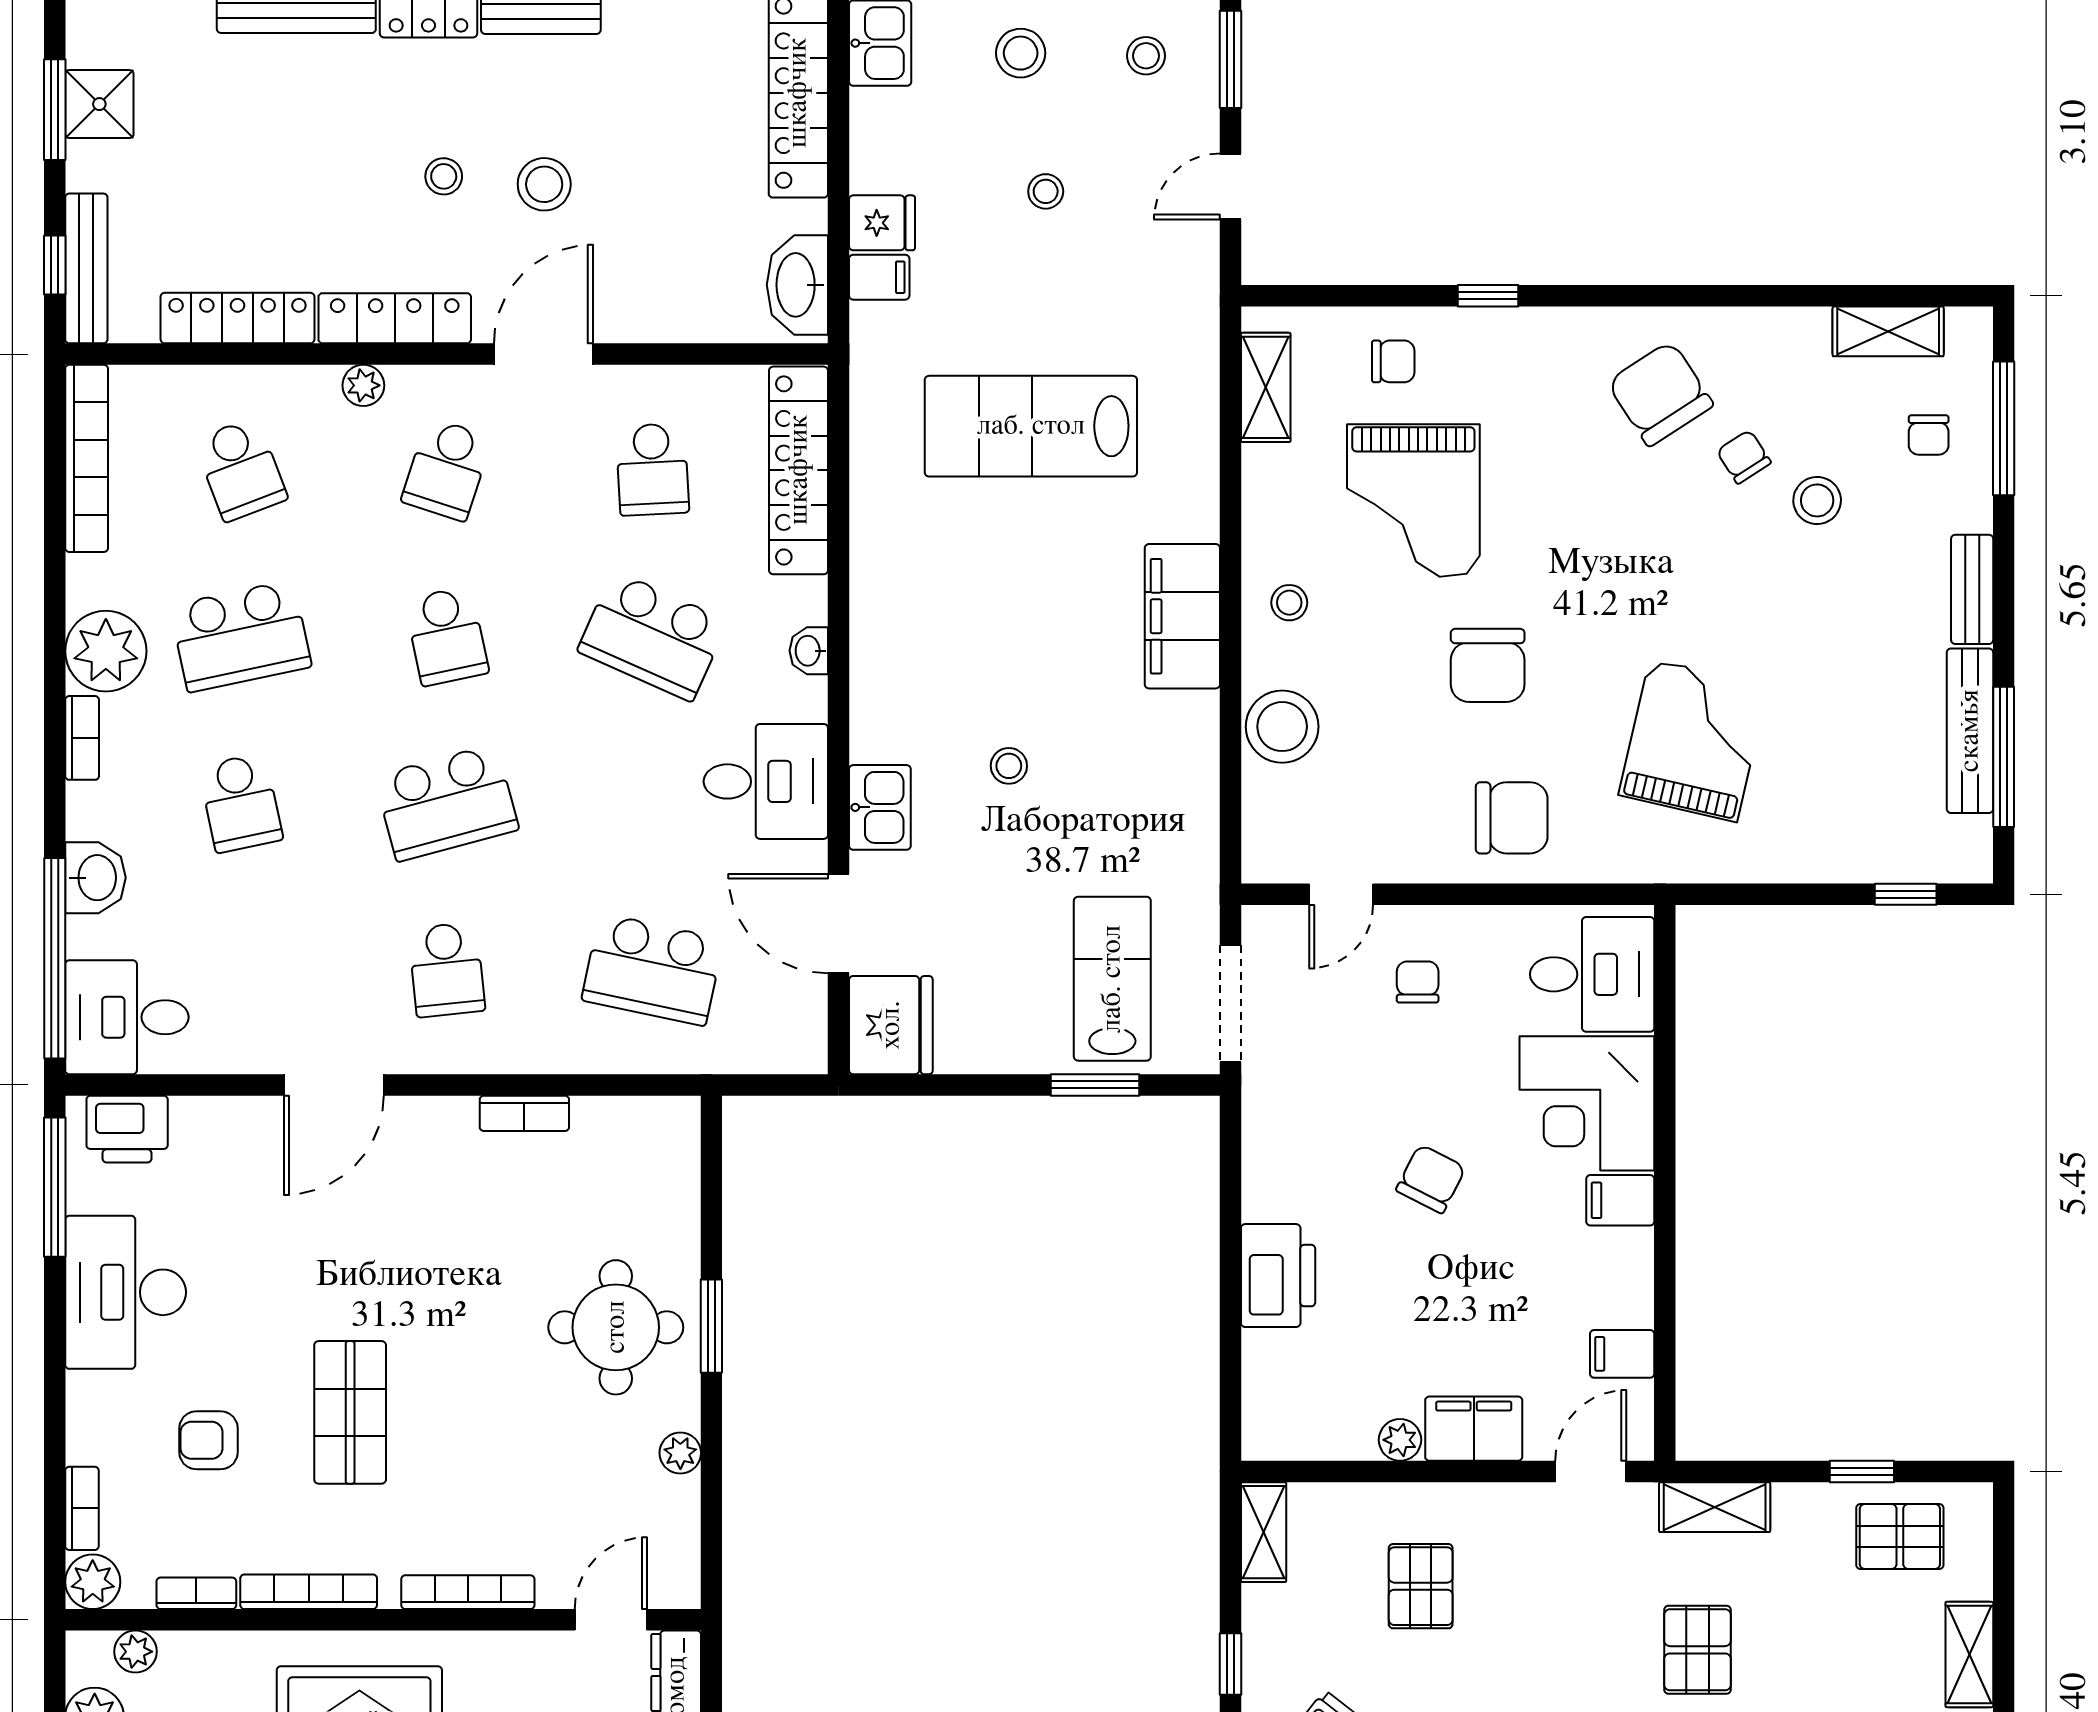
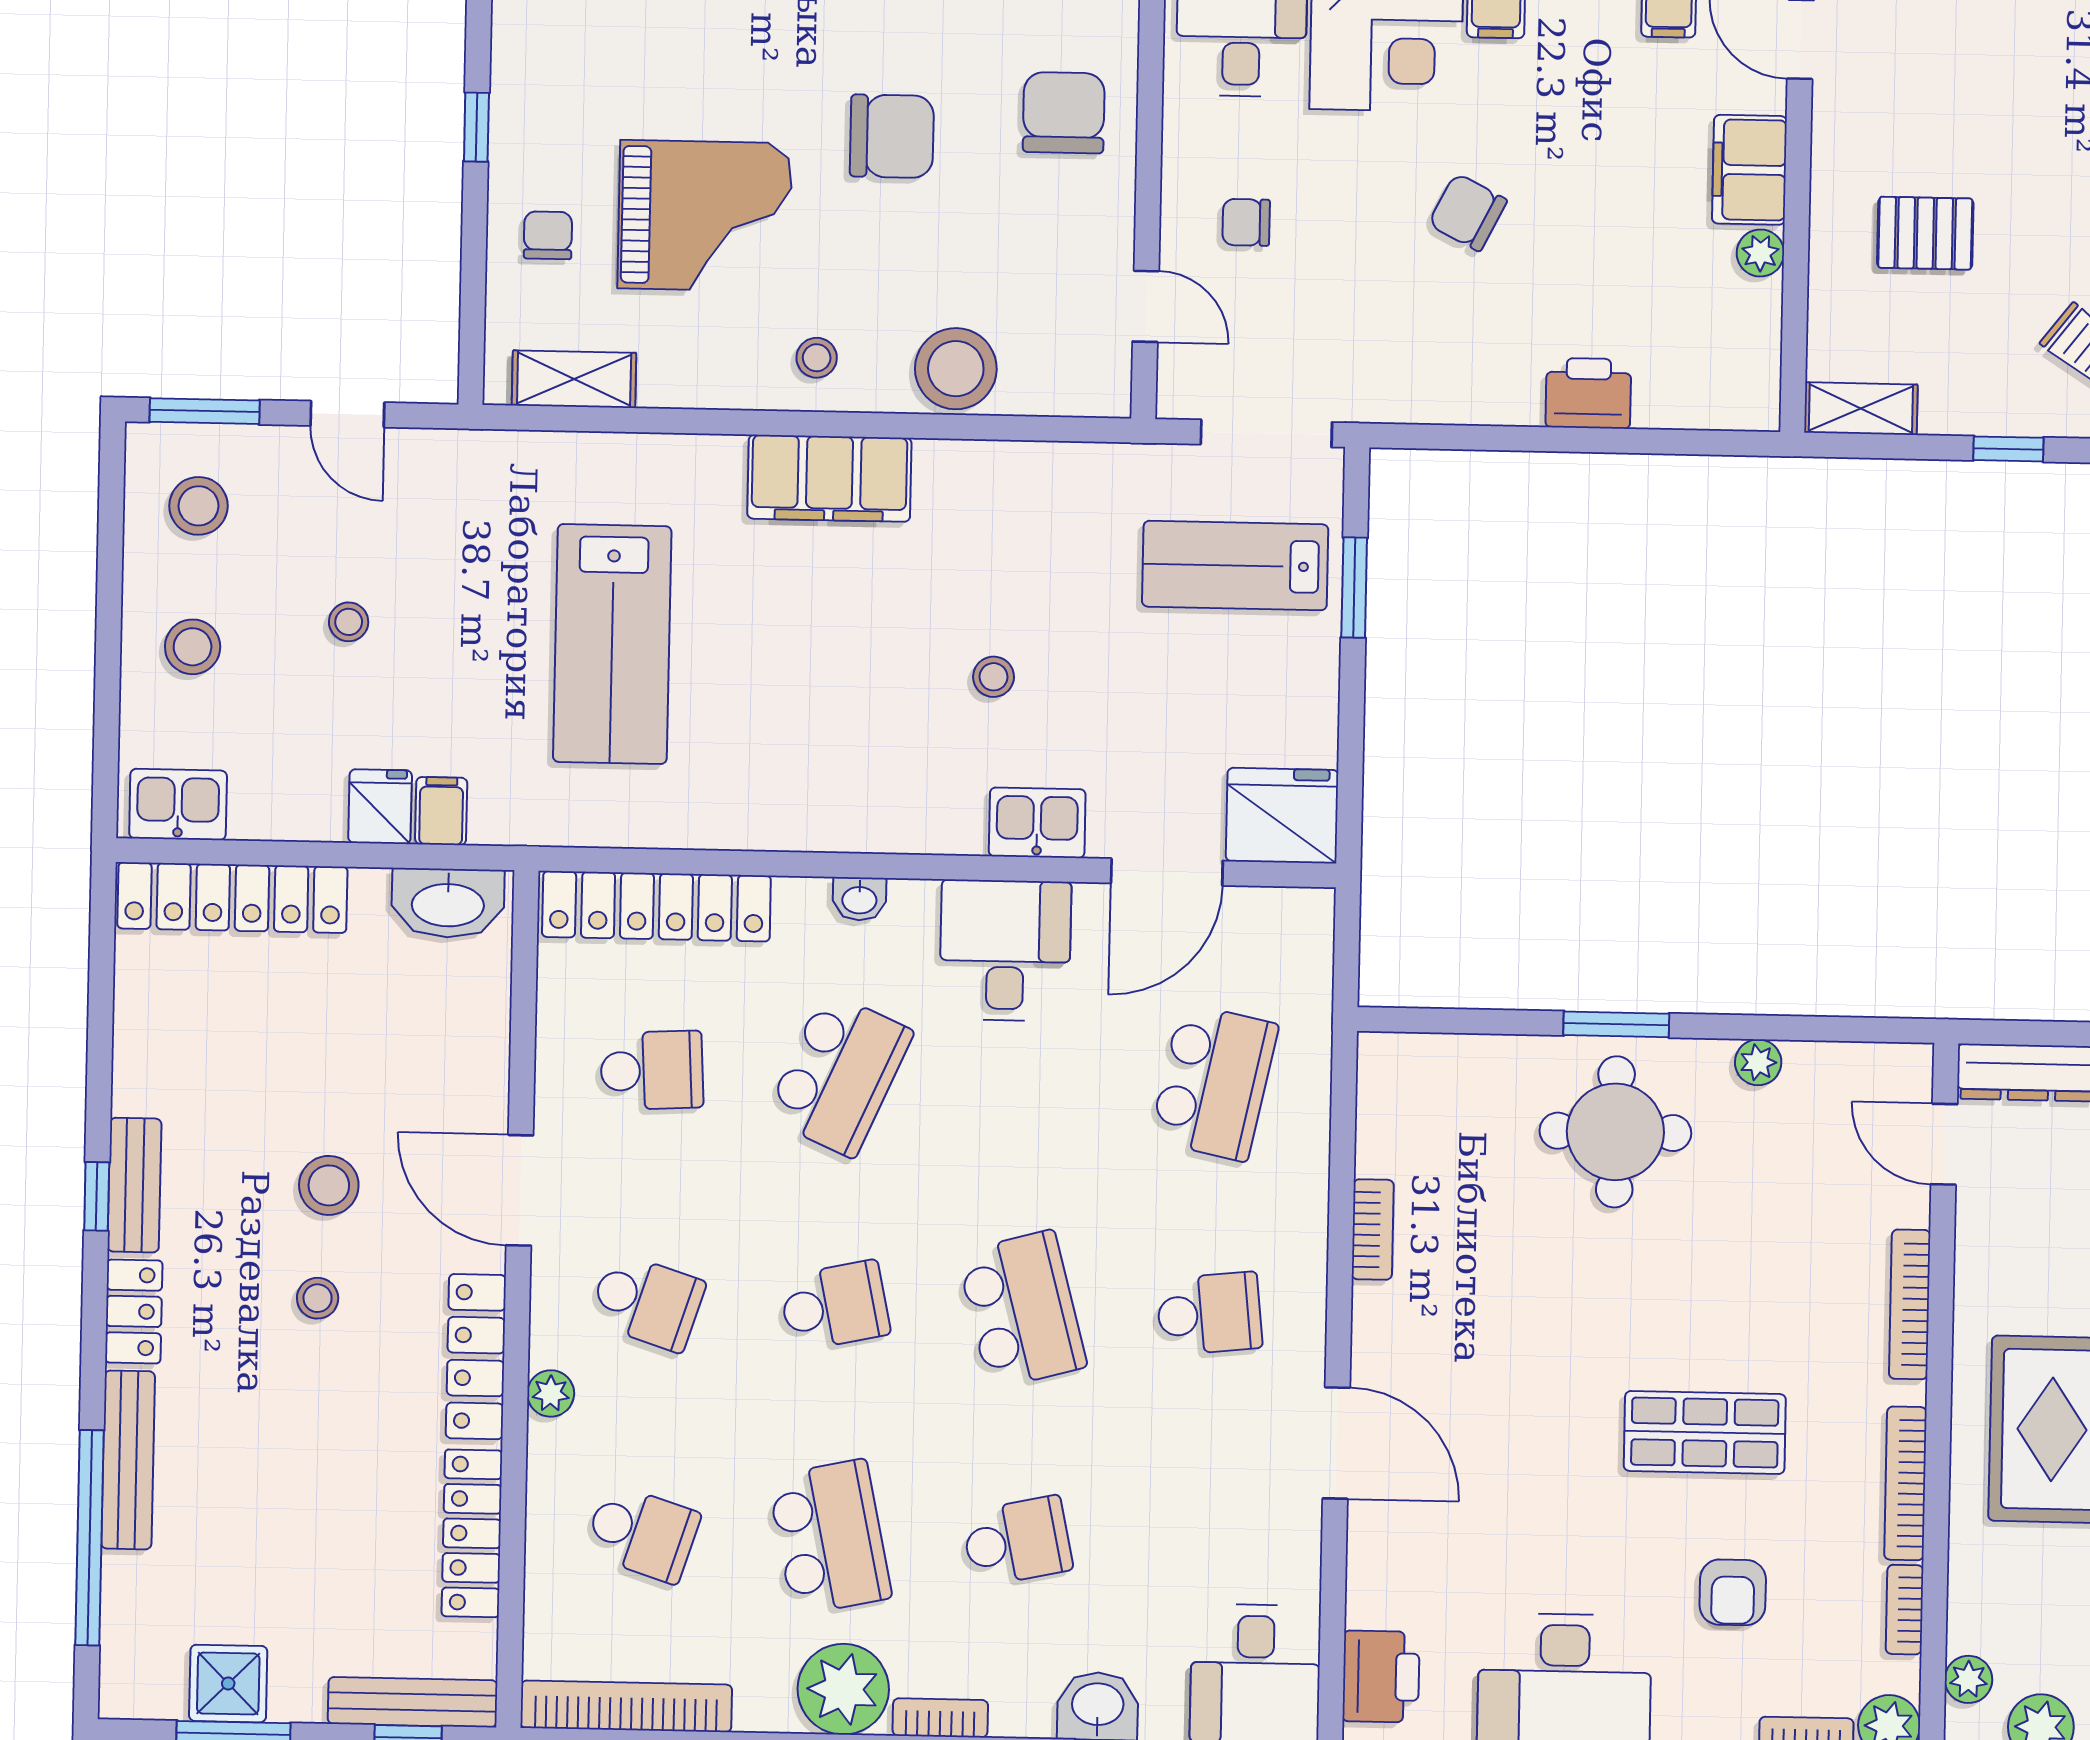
stool: (1146, 56) -> (199, 506), width x1.37, depth x1.37
school desk: (241, 469) -> (642, 1533), turned 39
printer: (1278, 1276) -> (1588, 393), width x0.73, depth x0.84

